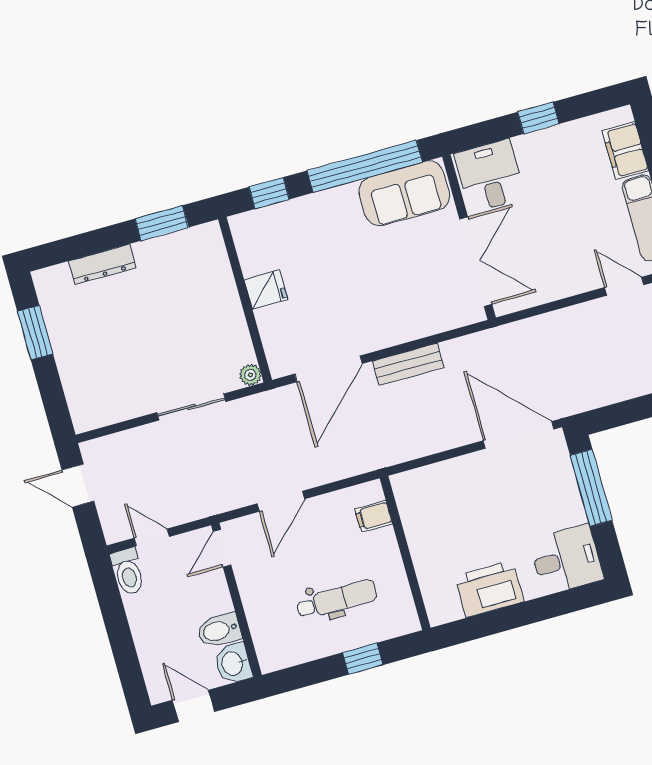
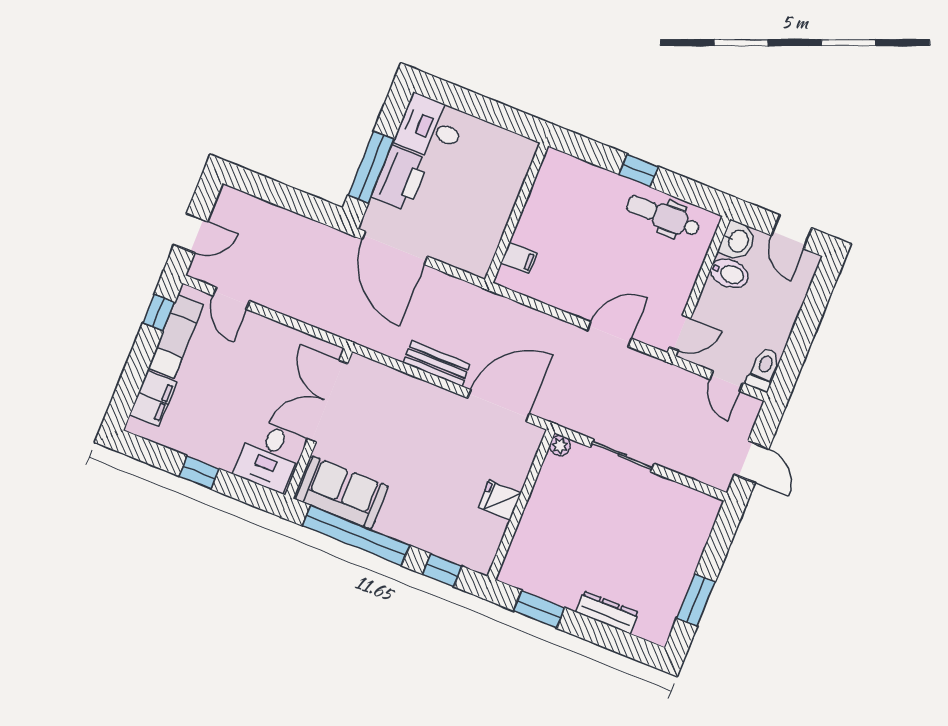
filing cabinet: (374, 516) -> (519, 258), moved
wall: (405, 553) -> (517, 213), moved
printer: (489, 589) -> (400, 178), moved, turned -90
dental chair: (337, 599) -> (663, 216), moved

